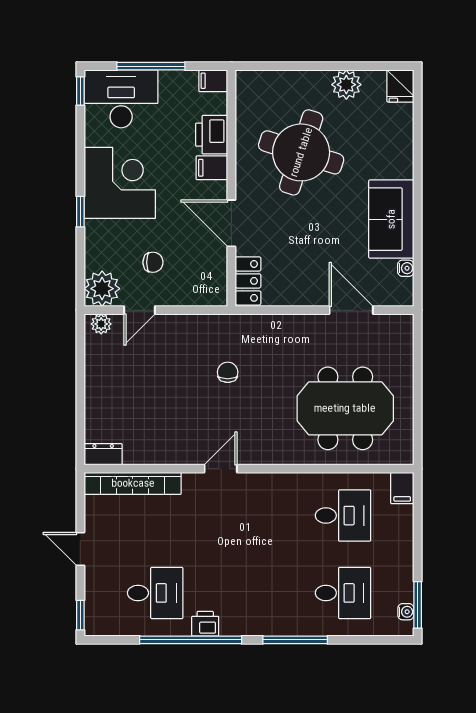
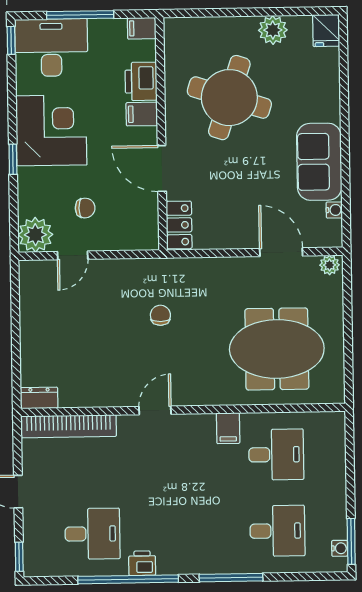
plant: (101, 324) -> (330, 265), moved
filing cabinet: (402, 488) -> (228, 428), moved

